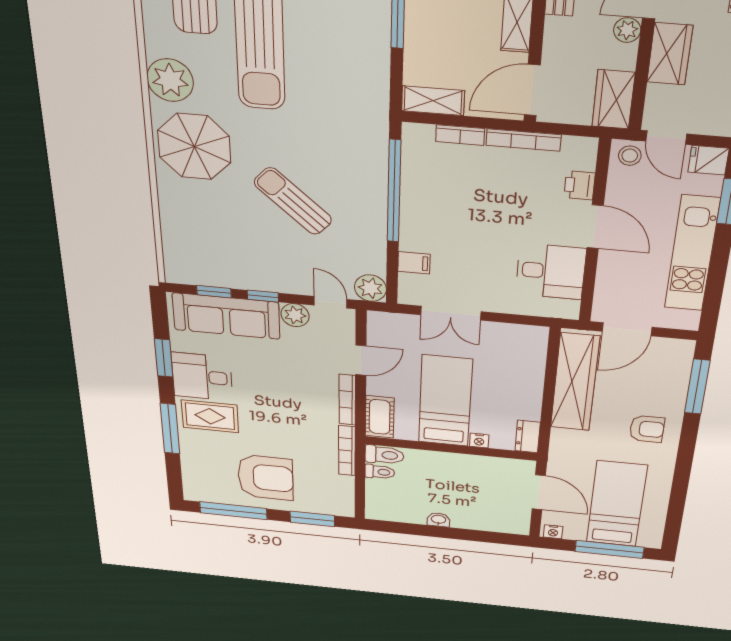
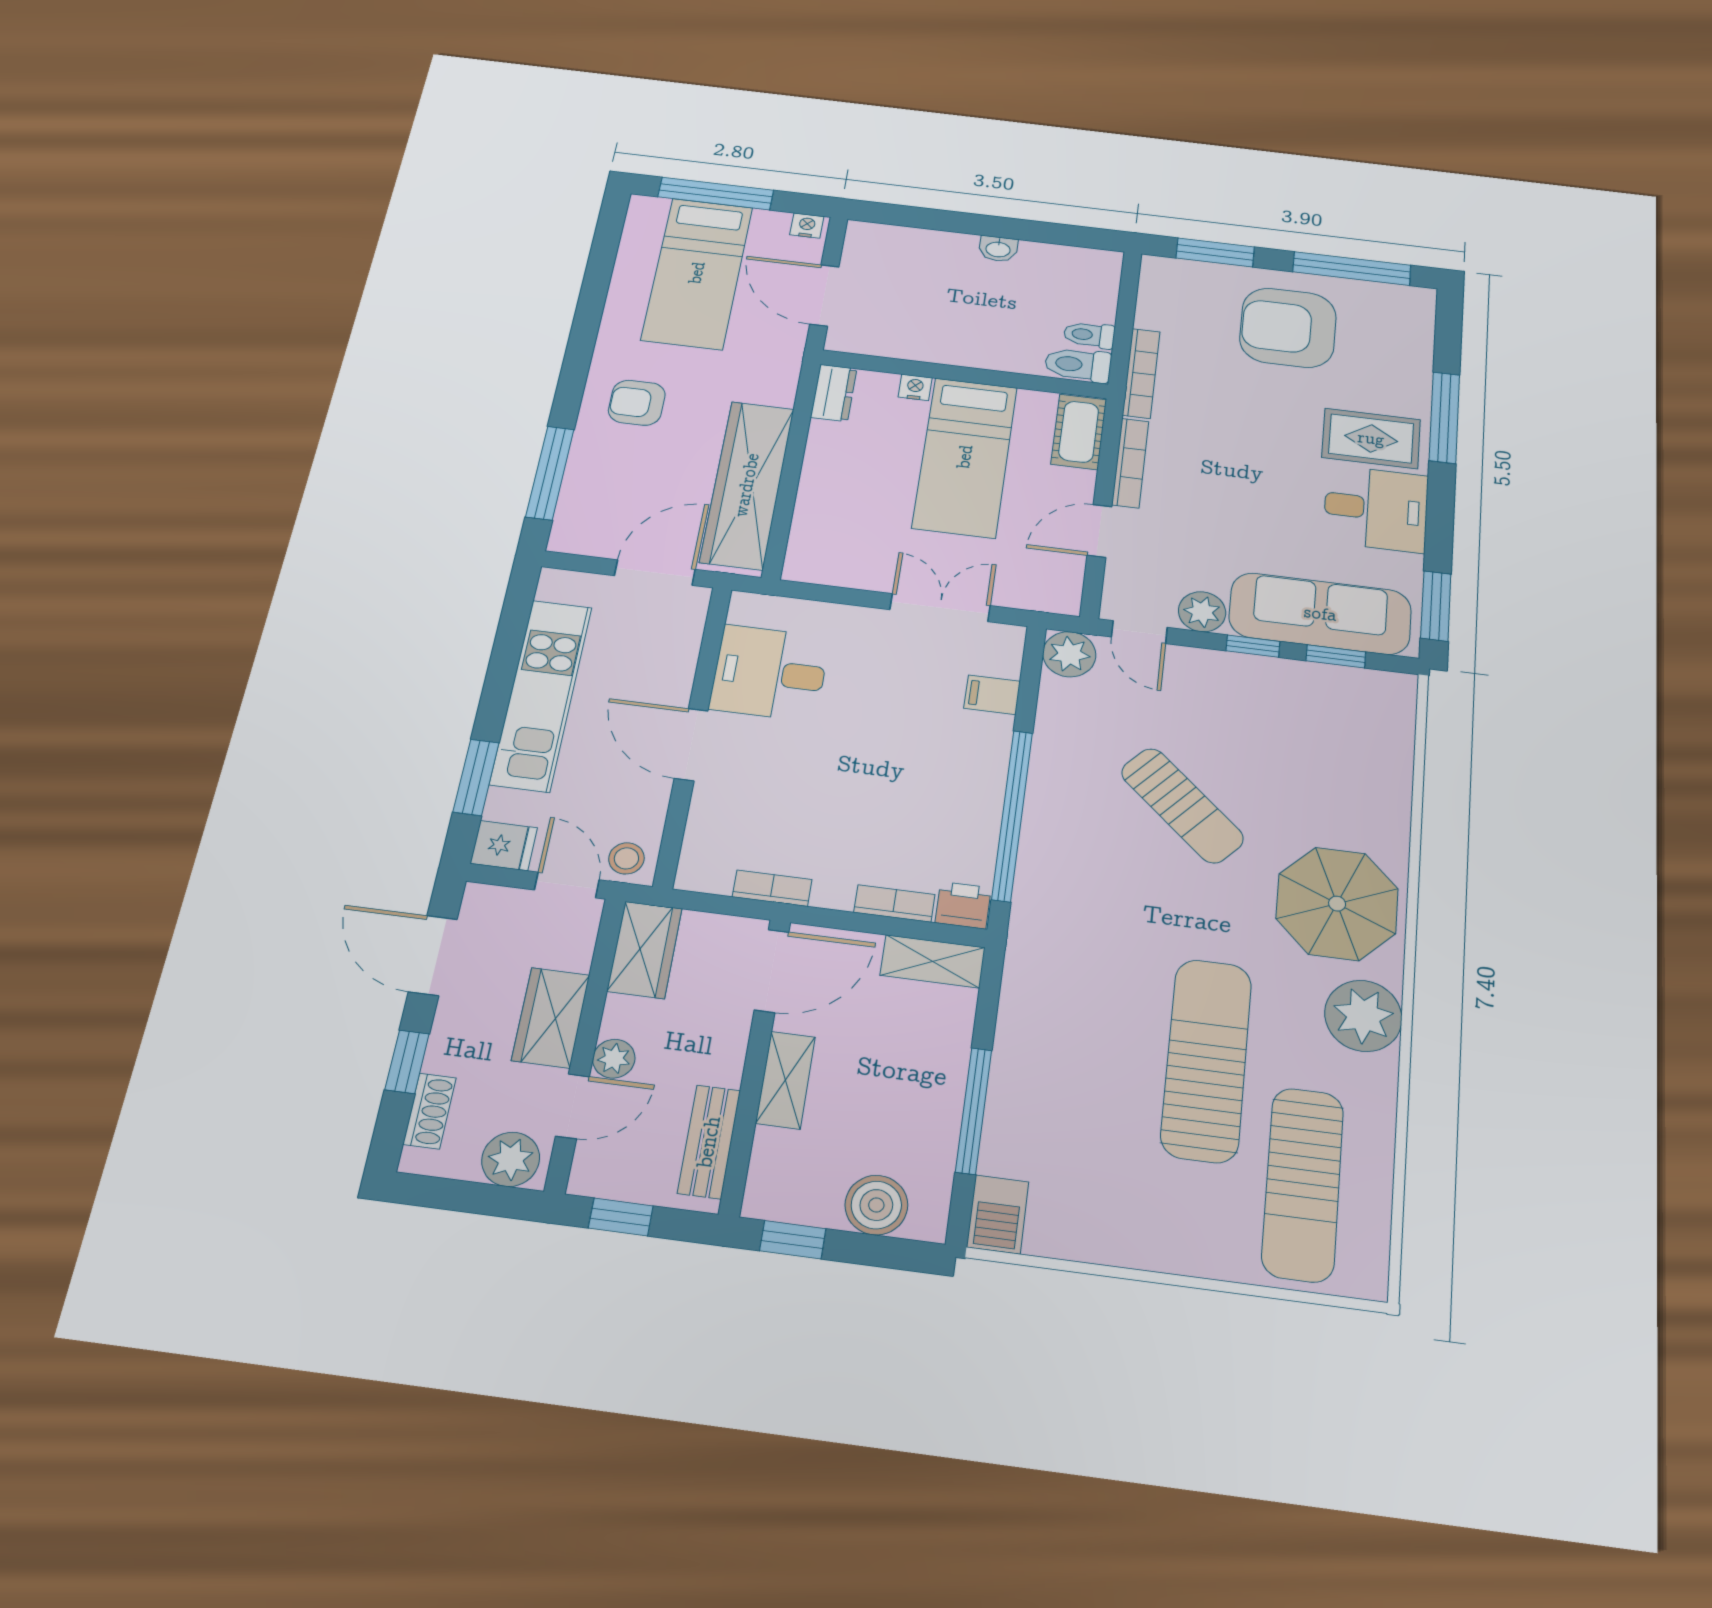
bookcase: (523, 140) -> (772, 888), width x0.64
printer: (580, 185) -> (963, 905), moved, turned -90
window: (164, 358) -> (1436, 606), moved

